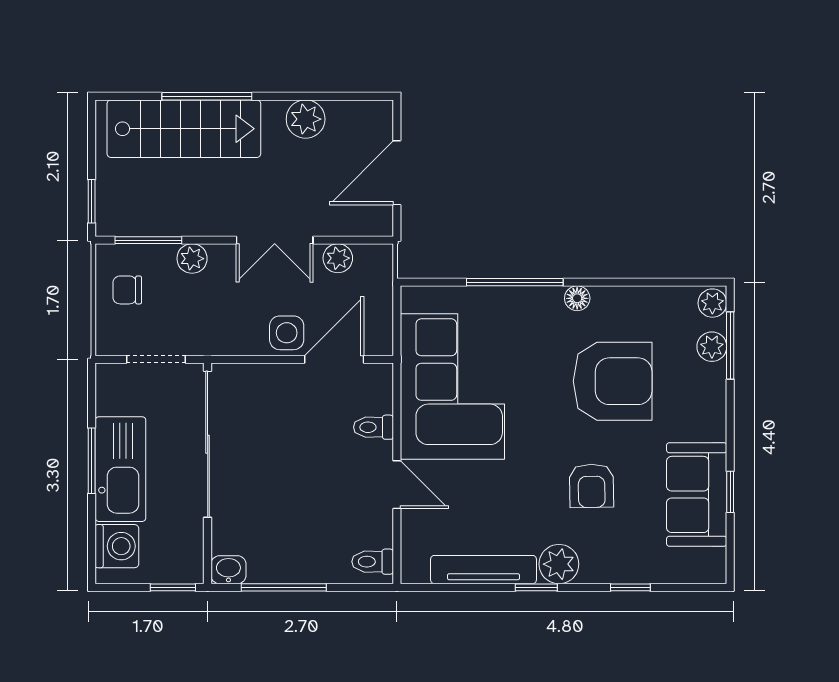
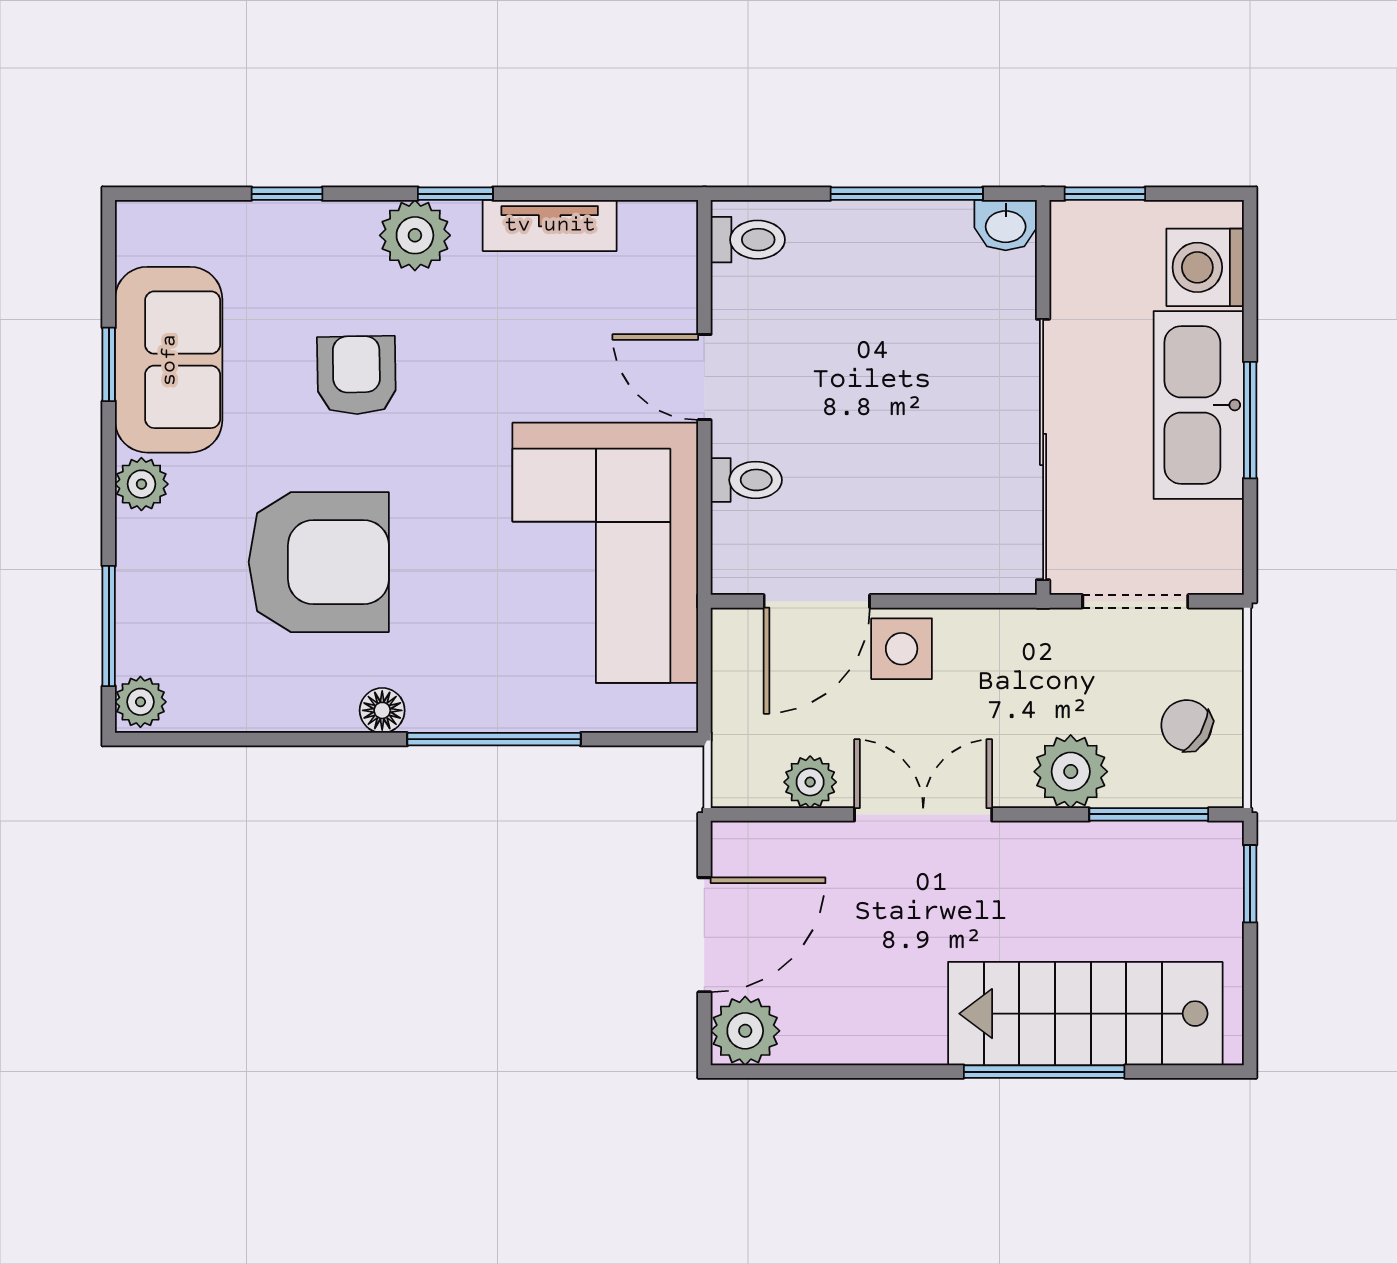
plant: (306, 119) -> (745, 1031), moved
plant: (192, 259) -> (1071, 772), width x1.38, depth x1.38
chair: (127, 290) -> (1187, 725), turned -149
plant: (712, 347) -> (141, 484), moved
armchair: (613, 381) -> (319, 562), turned 180
tv unit: (484, 570) -> (550, 225), width x0.71

